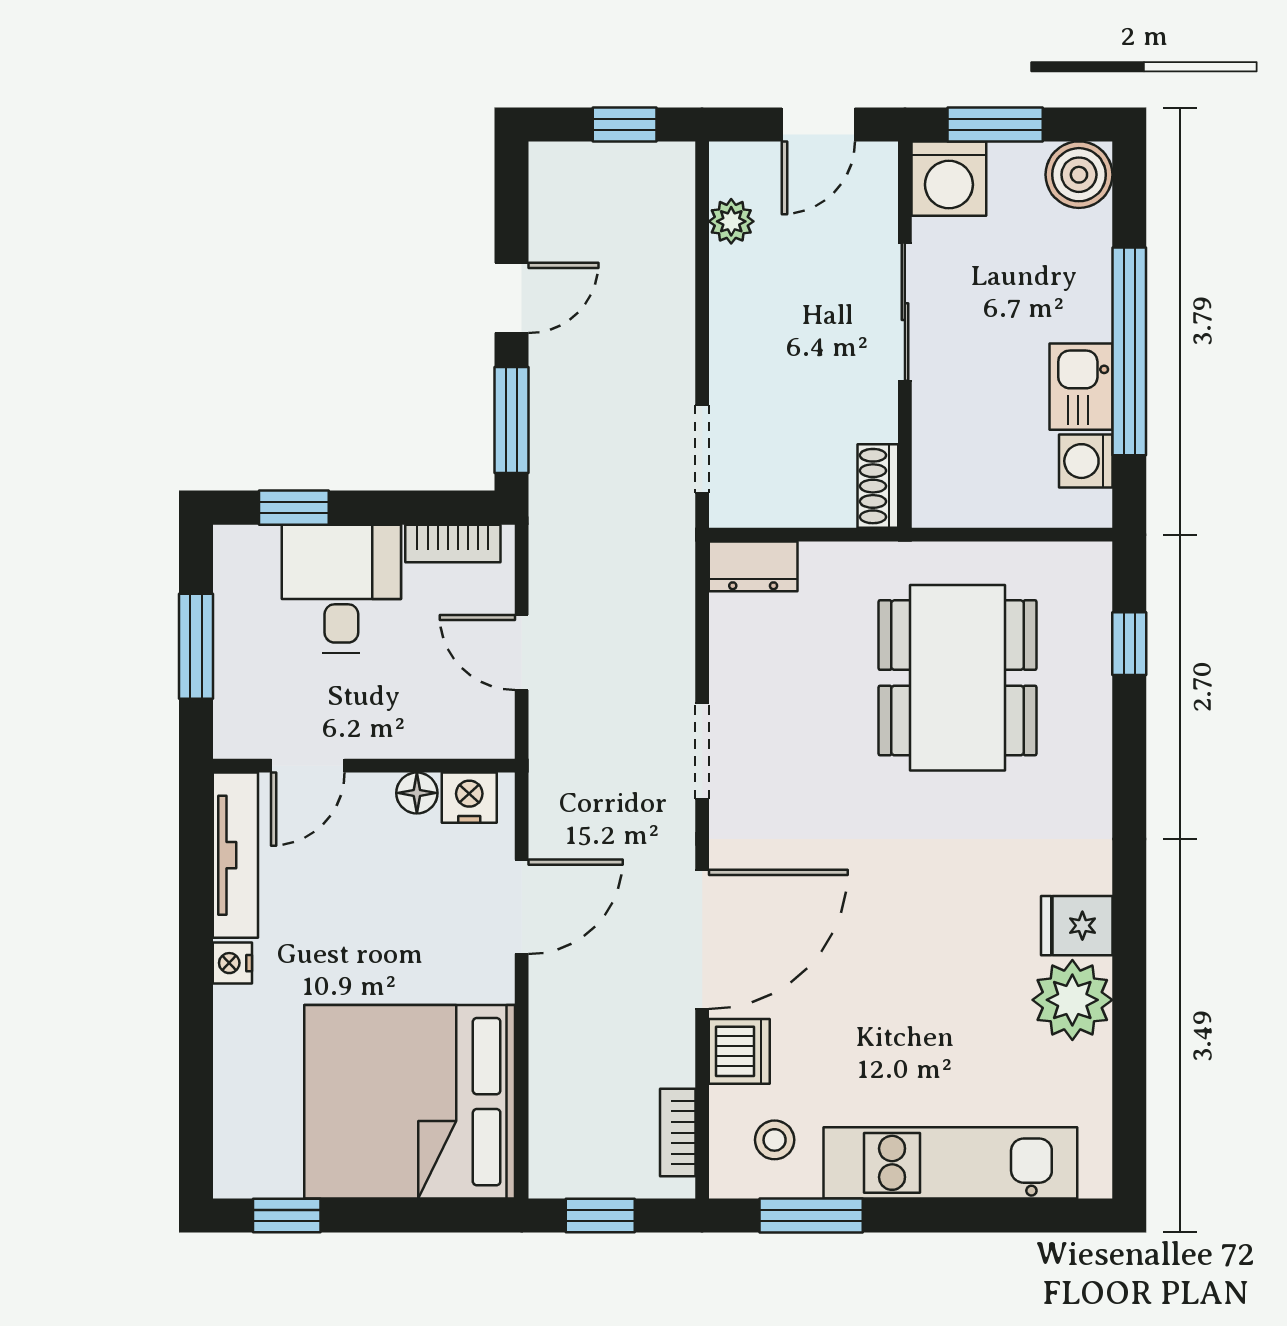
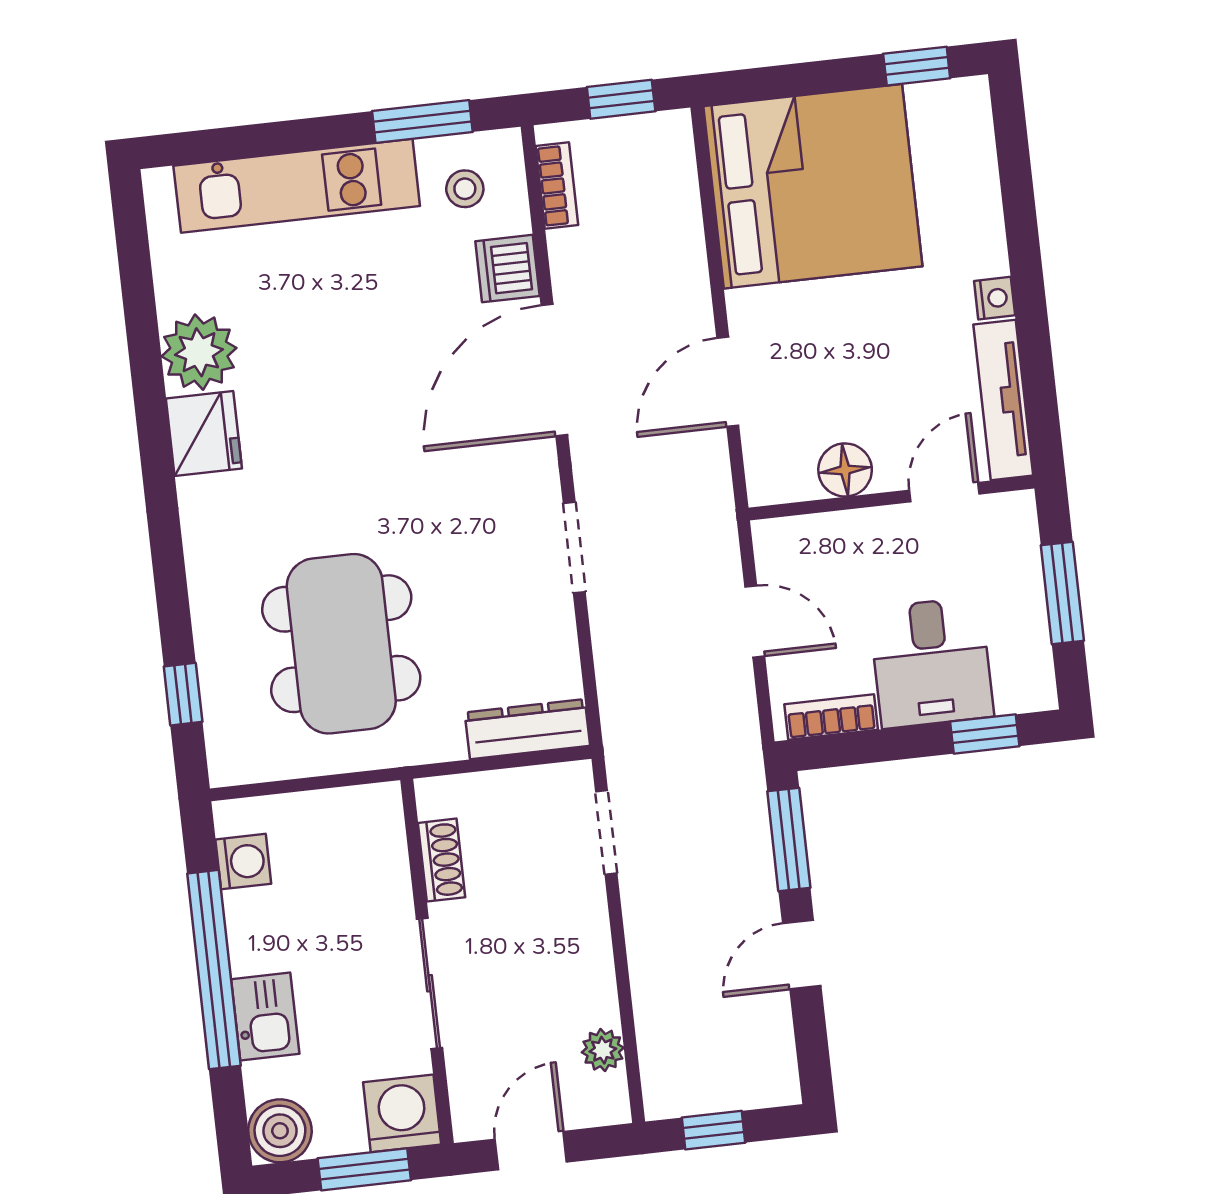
kitchen sink: (1081, 387) -> (265, 1016), moved
shoe rack: (878, 486) -> (442, 860), moved
dresser: (753, 566) -> (527, 729), width x1.44
floor lamp: (417, 793) -> (845, 470), width x1.37, depth x1.37
nightstand: (469, 798) -> (789, 479), removed
fridge: (1077, 926) -> (204, 434), width x1.38

